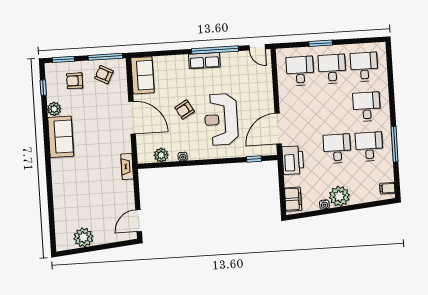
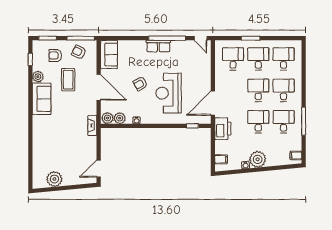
desk: (335, 109) -> (258, 90), added
coffee table: (93, 110) -> (68, 80), added
plant: (146, 156) -> (107, 118), added
filing cabinet: (293, 199) -> (221, 159), width x0.50

